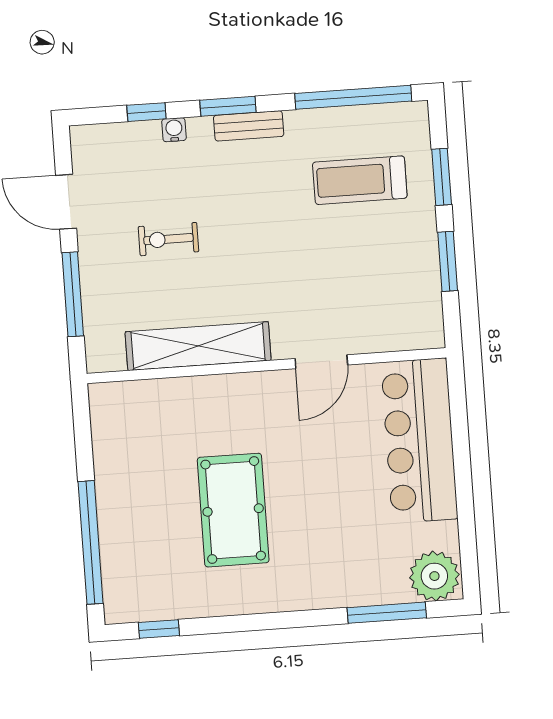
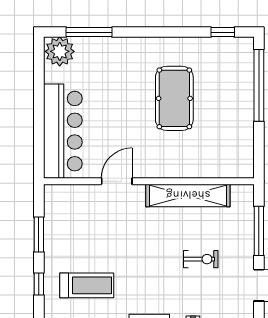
window: (442, 177) -> (39, 284), width x0.67

